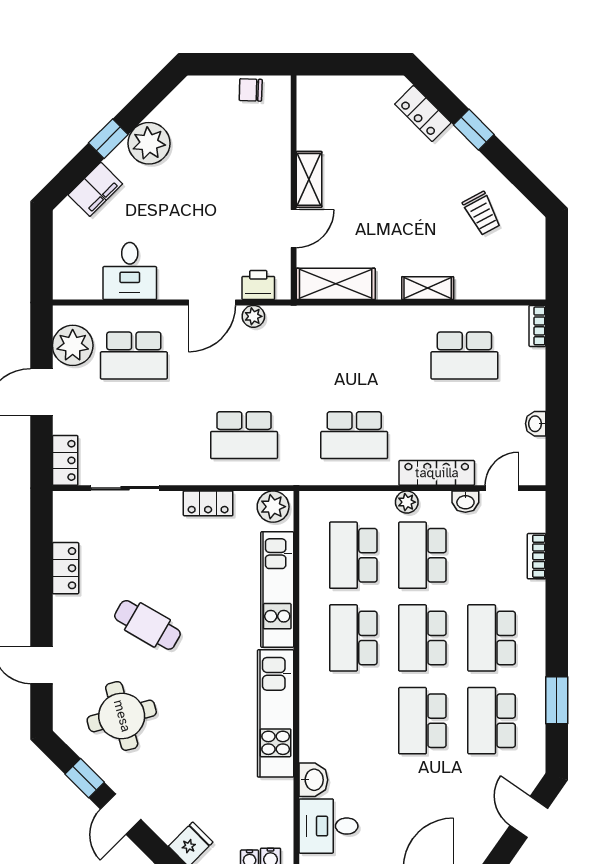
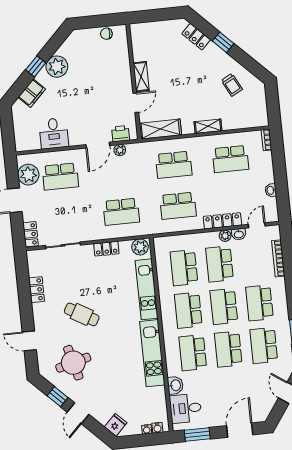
school desk: (354, 355) -> (174, 165), added
plant: (407, 502) -> (225, 236), moved
bookcase: (537, 556) -> (278, 258), width x1.56
school desk: (353, 721) -> (193, 353), added

